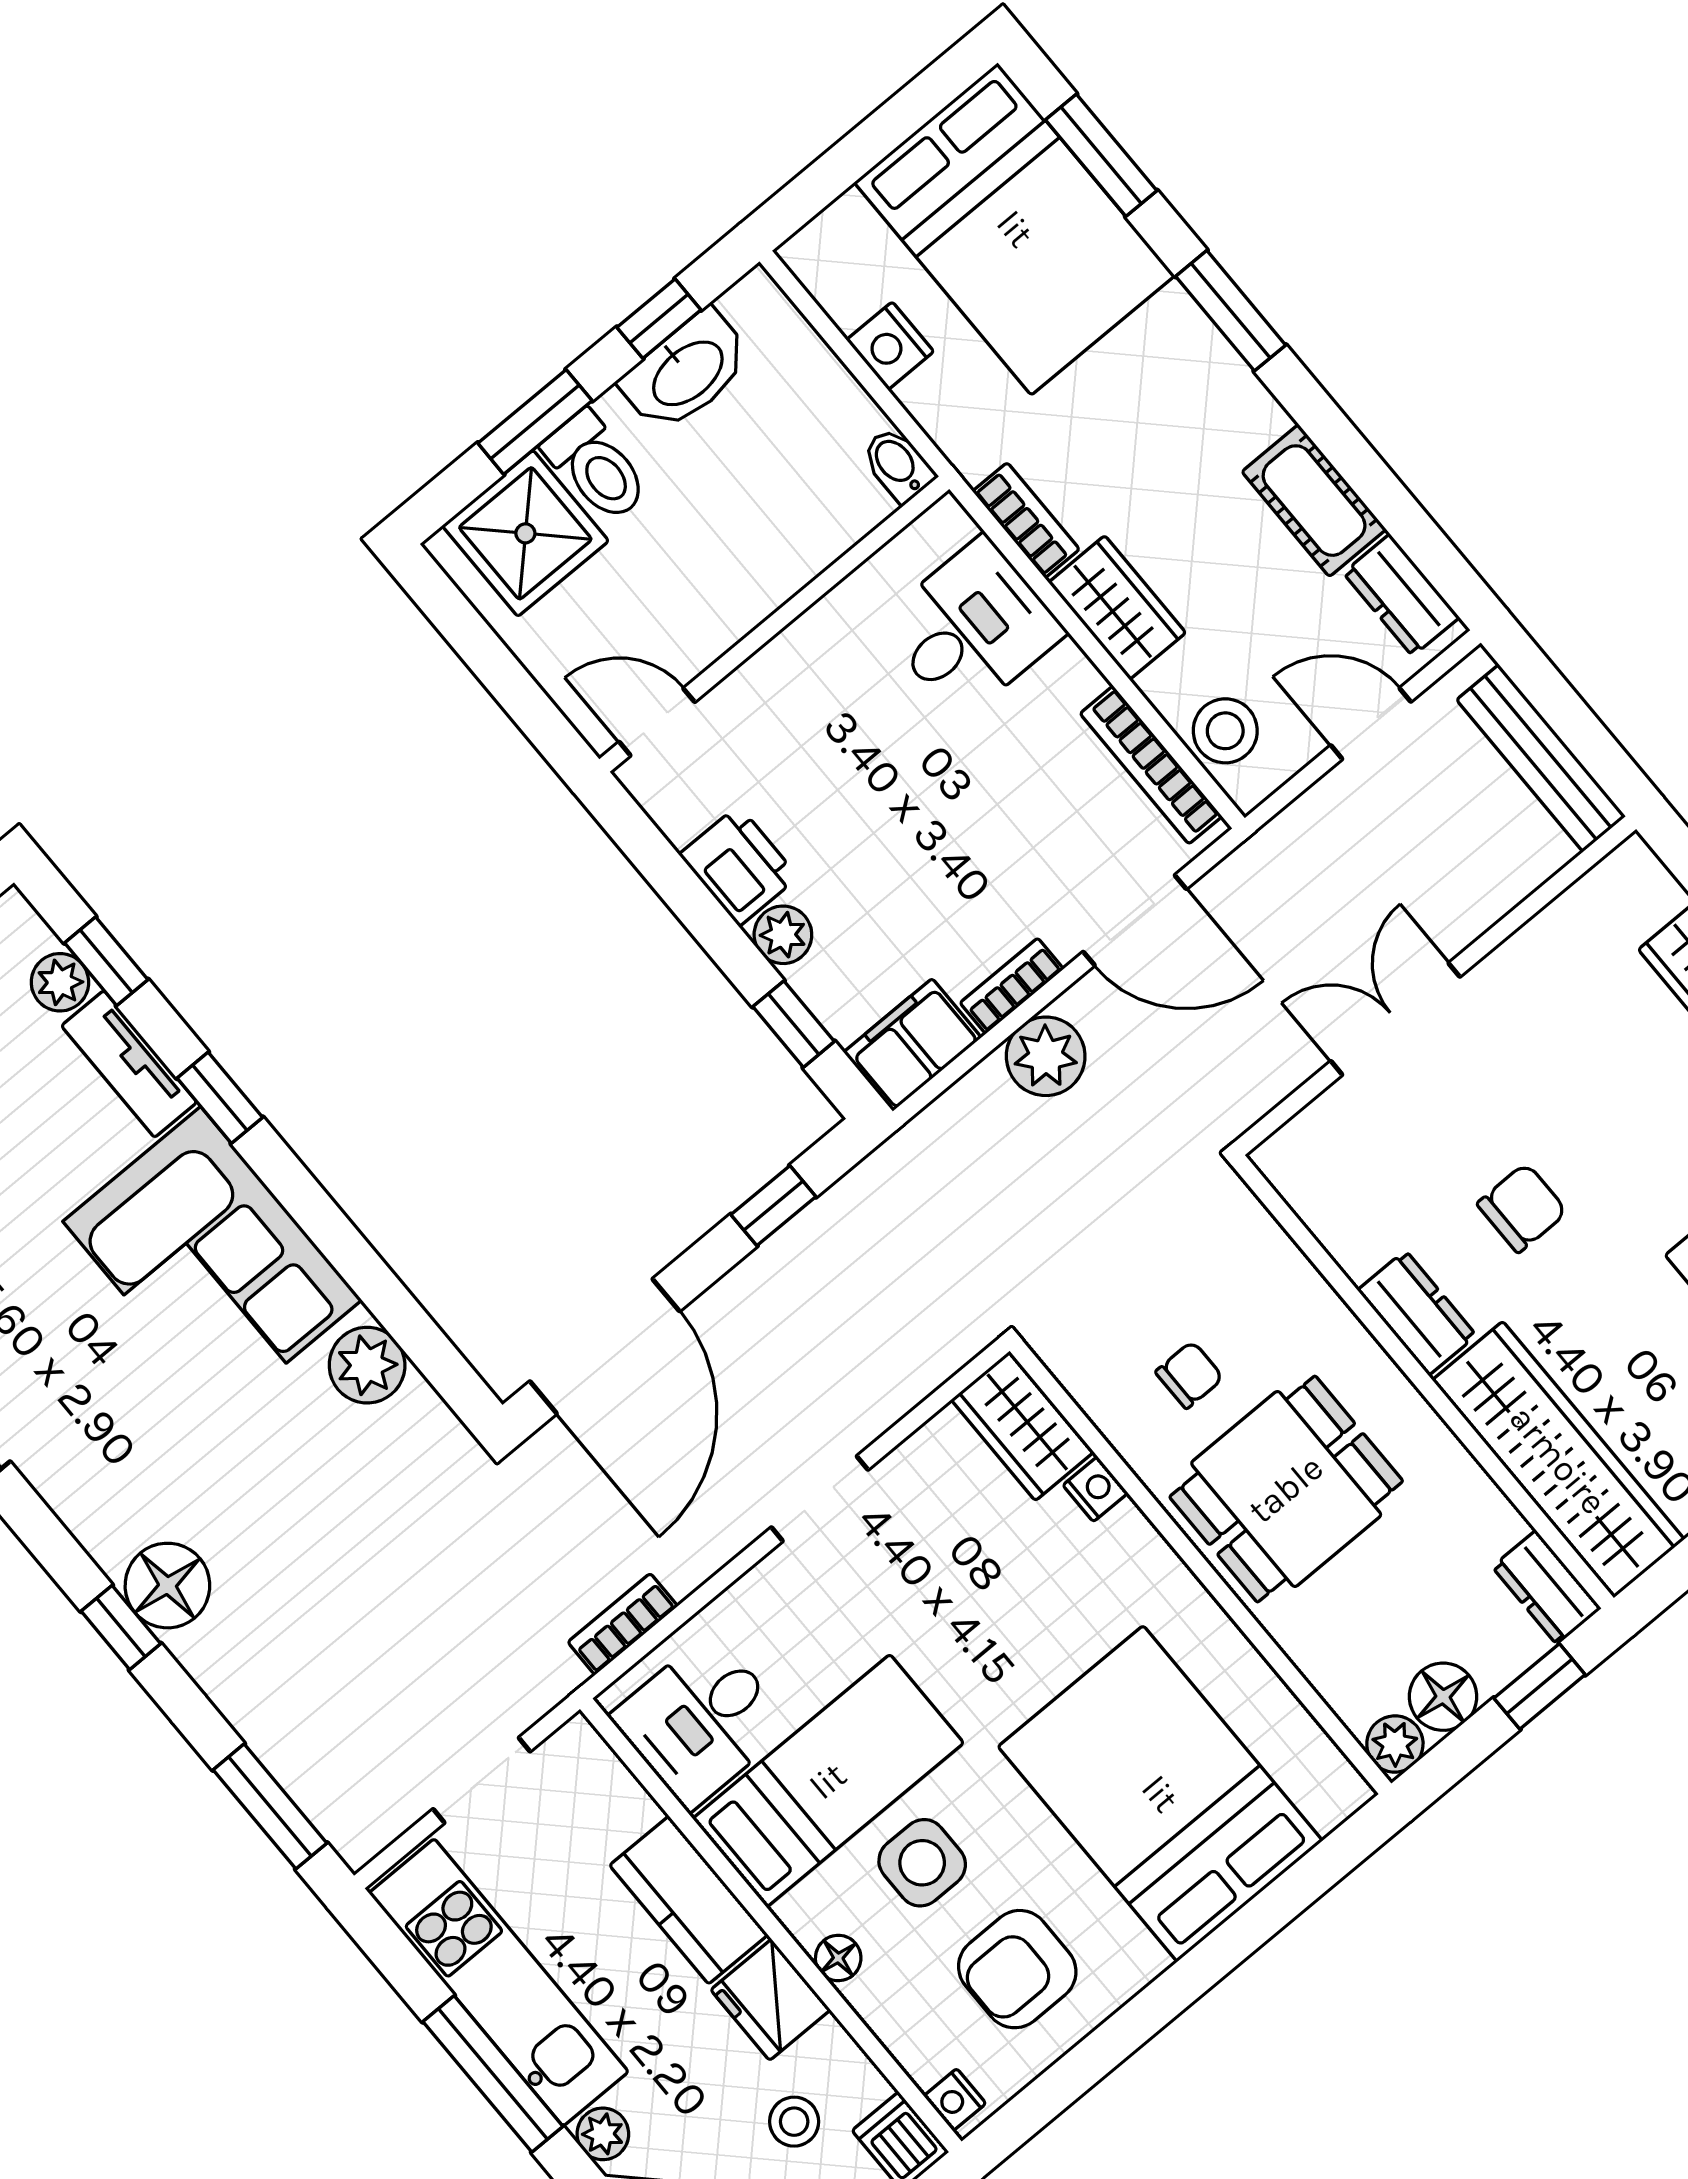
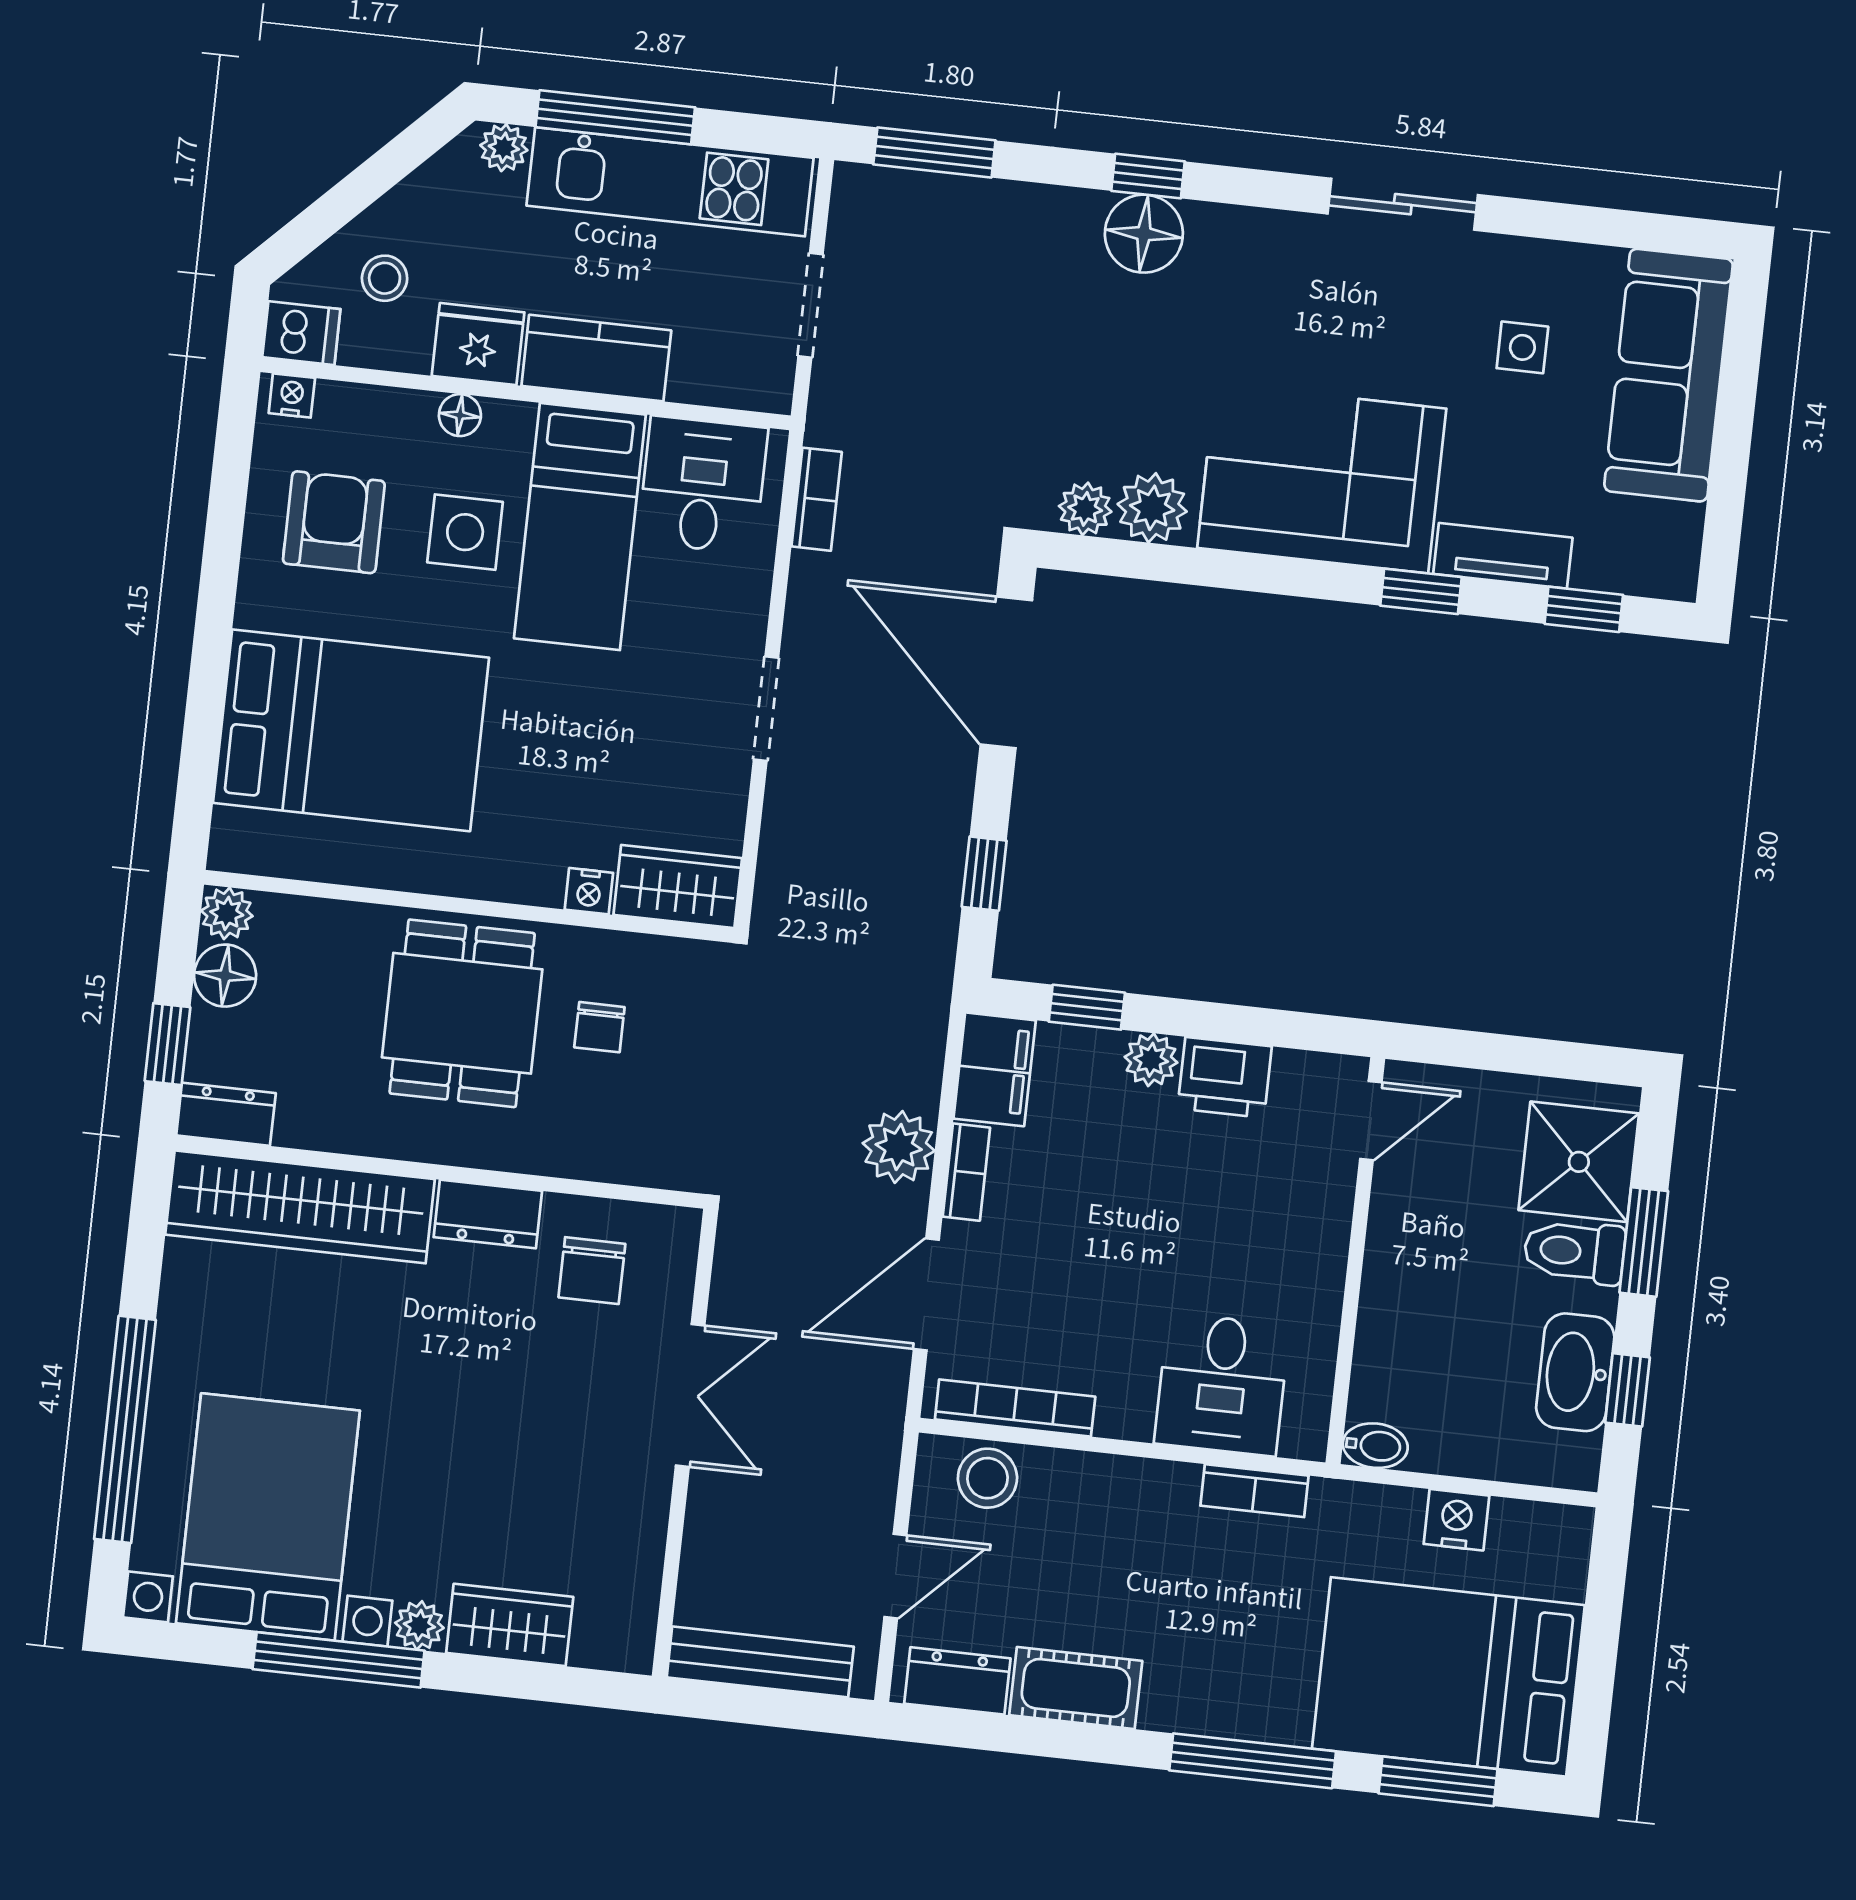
window: (1231, 311) -> (1253, 1761), width x1.44
wardrobe: (1117, 608) -> (1138, 1491), removed
plant: (60, 982) -> (1085, 509), moved
chair: (1522, 1208) -> (592, 1271), moved

